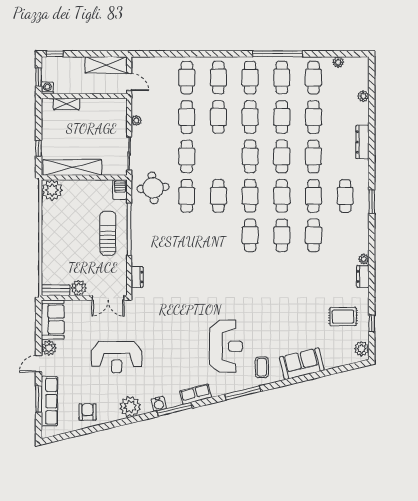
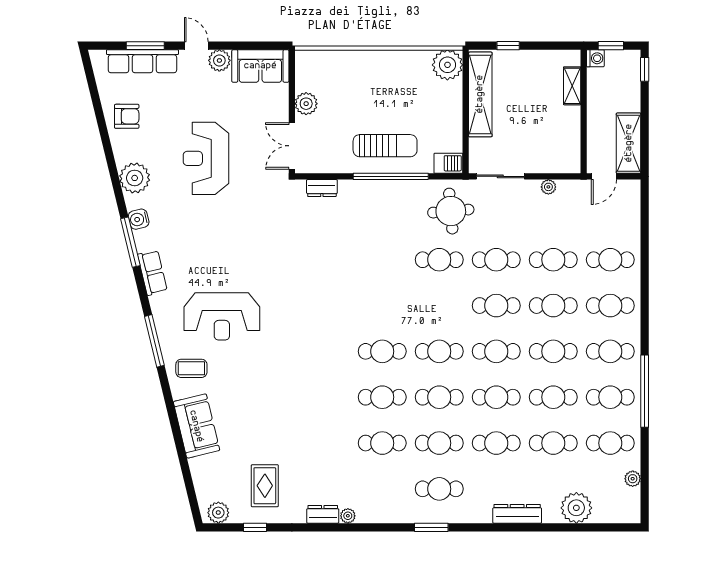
plant: (363, 96) -> (576, 508), width x1.87, depth x1.87
cafe table: (218, 196) -> (496, 306), moved
bench: (56, 290) -> (303, 70), removed

